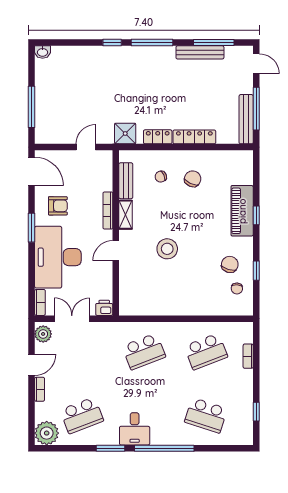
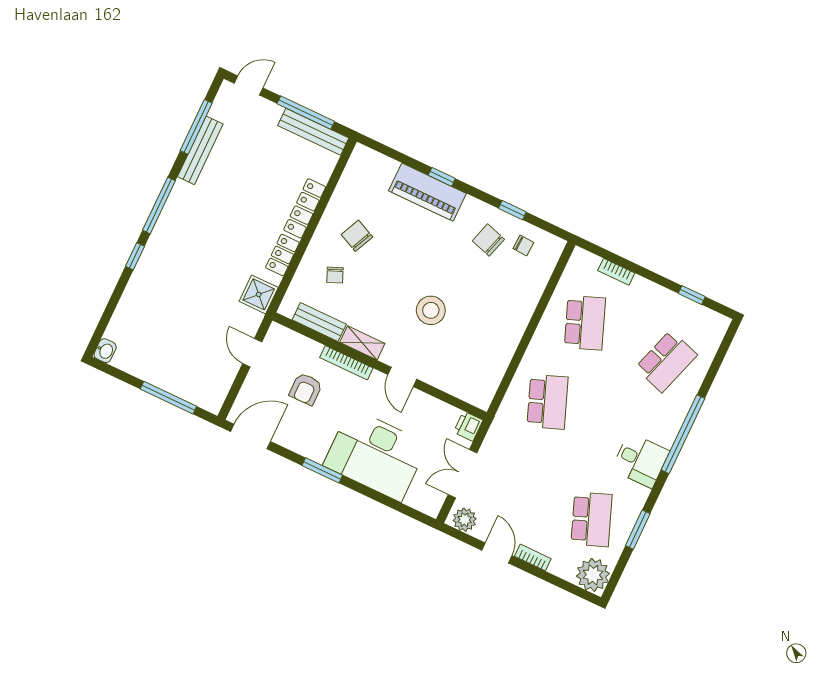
armchair: (58, 206) -> (306, 389), moved, turned 180
bookcase: (40, 302) -> (423, 505), removed
window: (111, 448) -> (638, 530), moved

